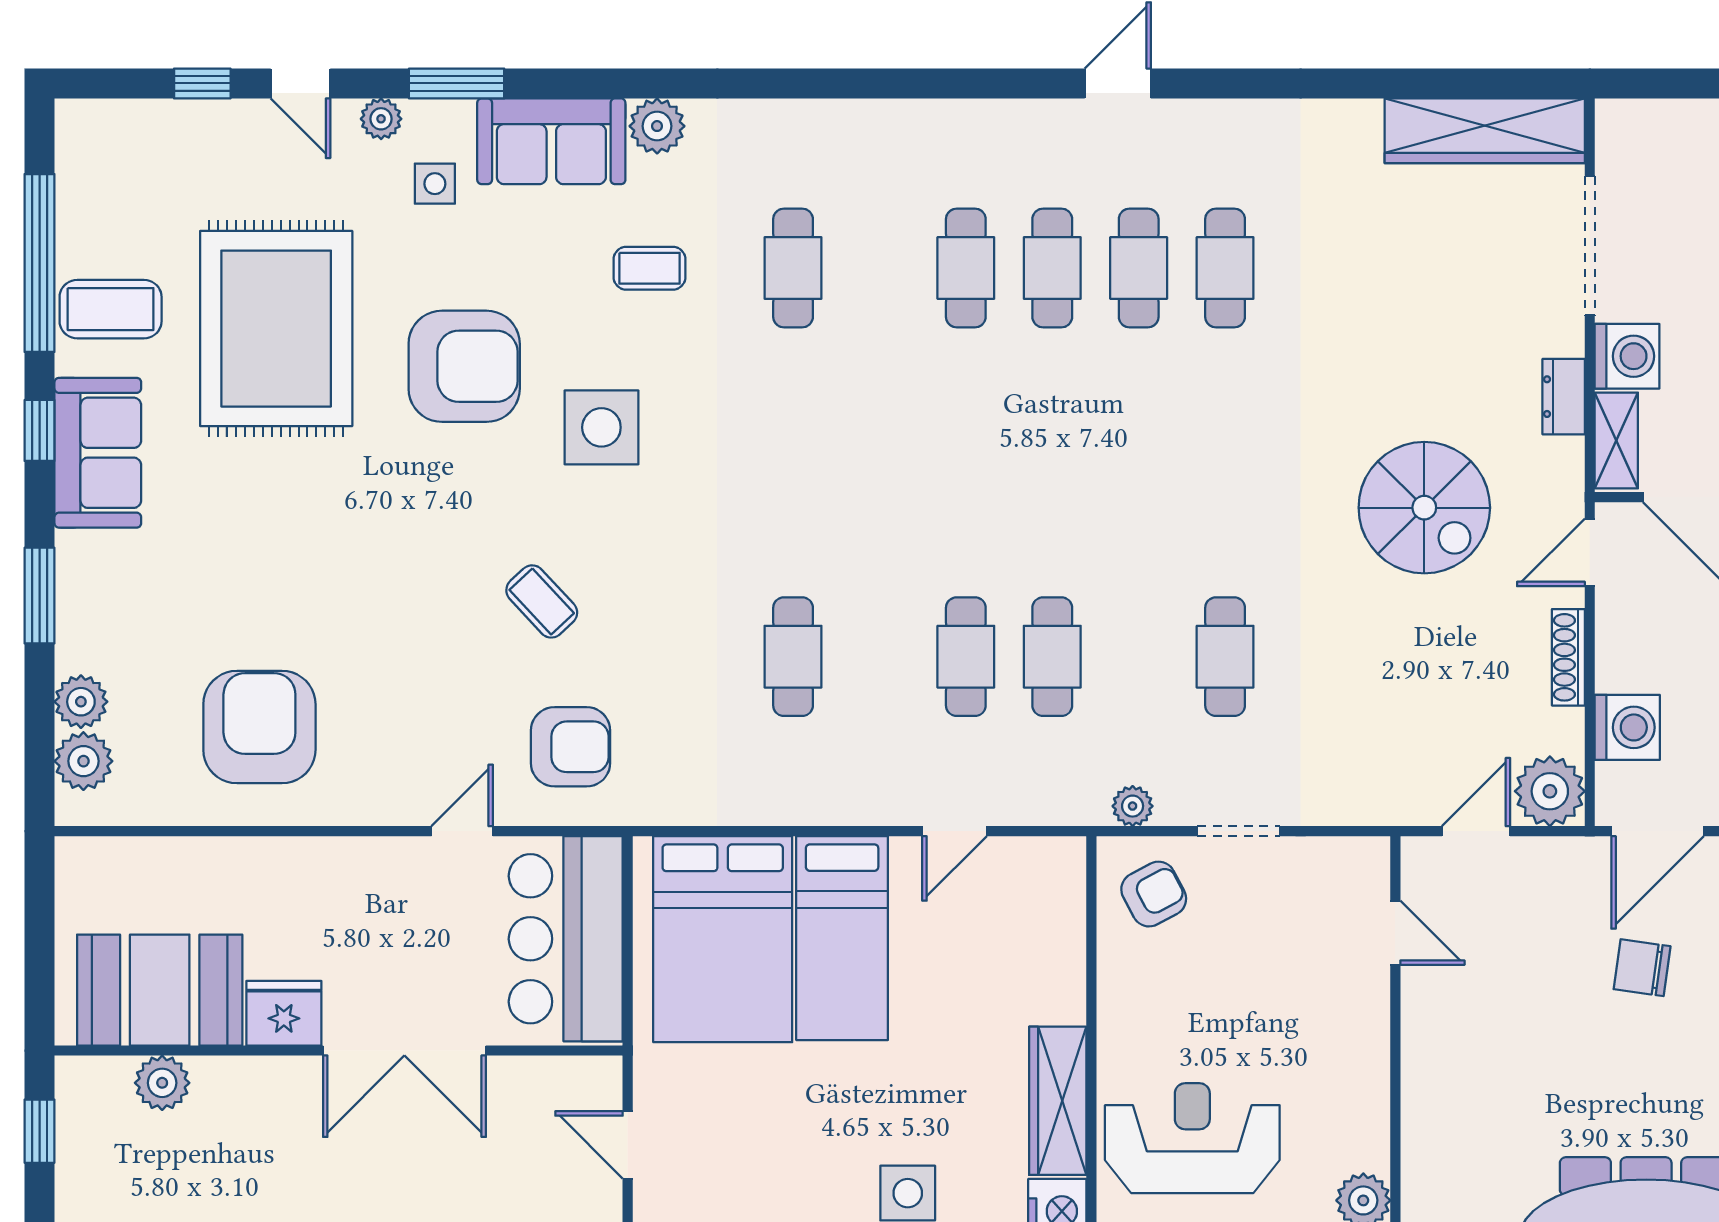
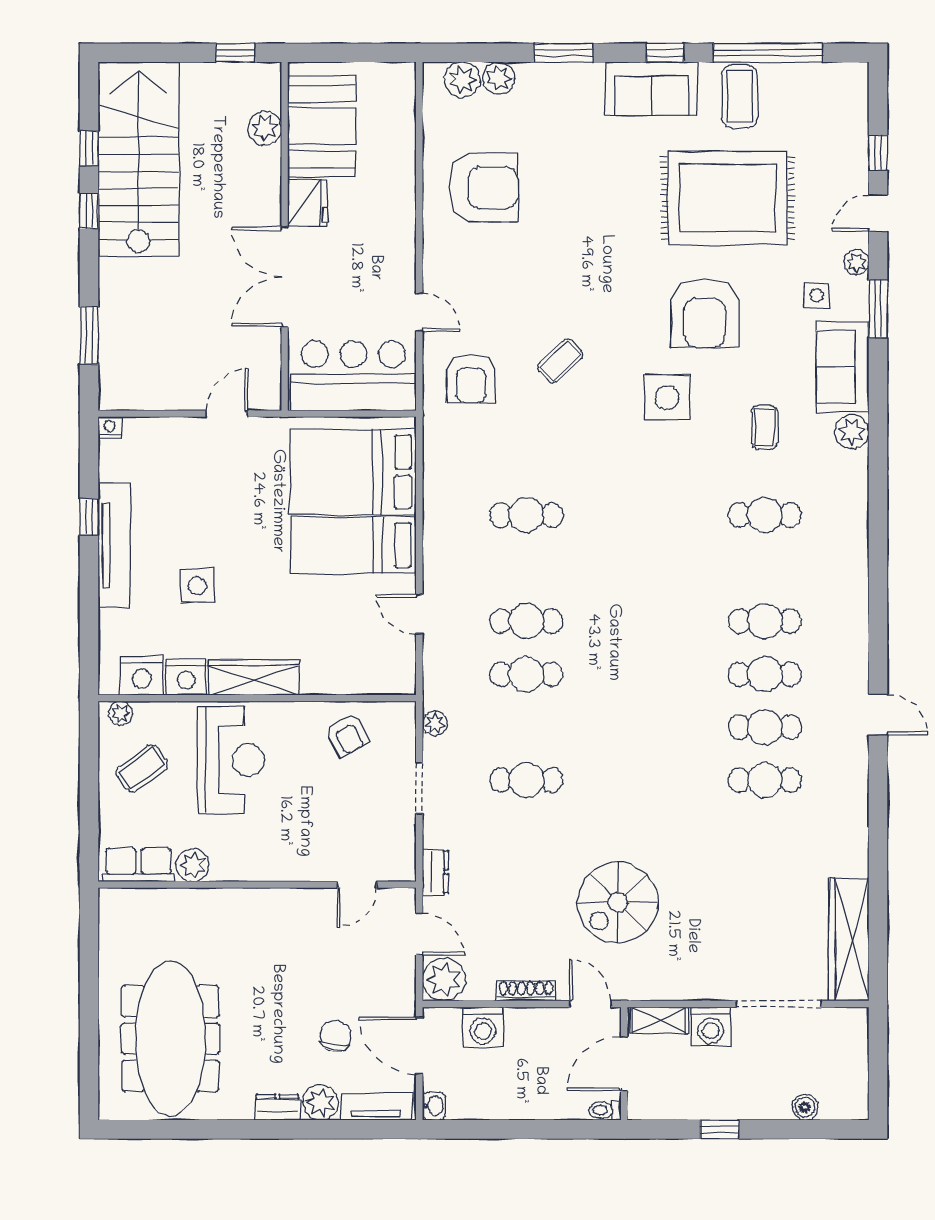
dresser: (1564, 397) -> (435, 872), moved, turned 90
armchair: (1154, 894) -> (347, 735), moved

